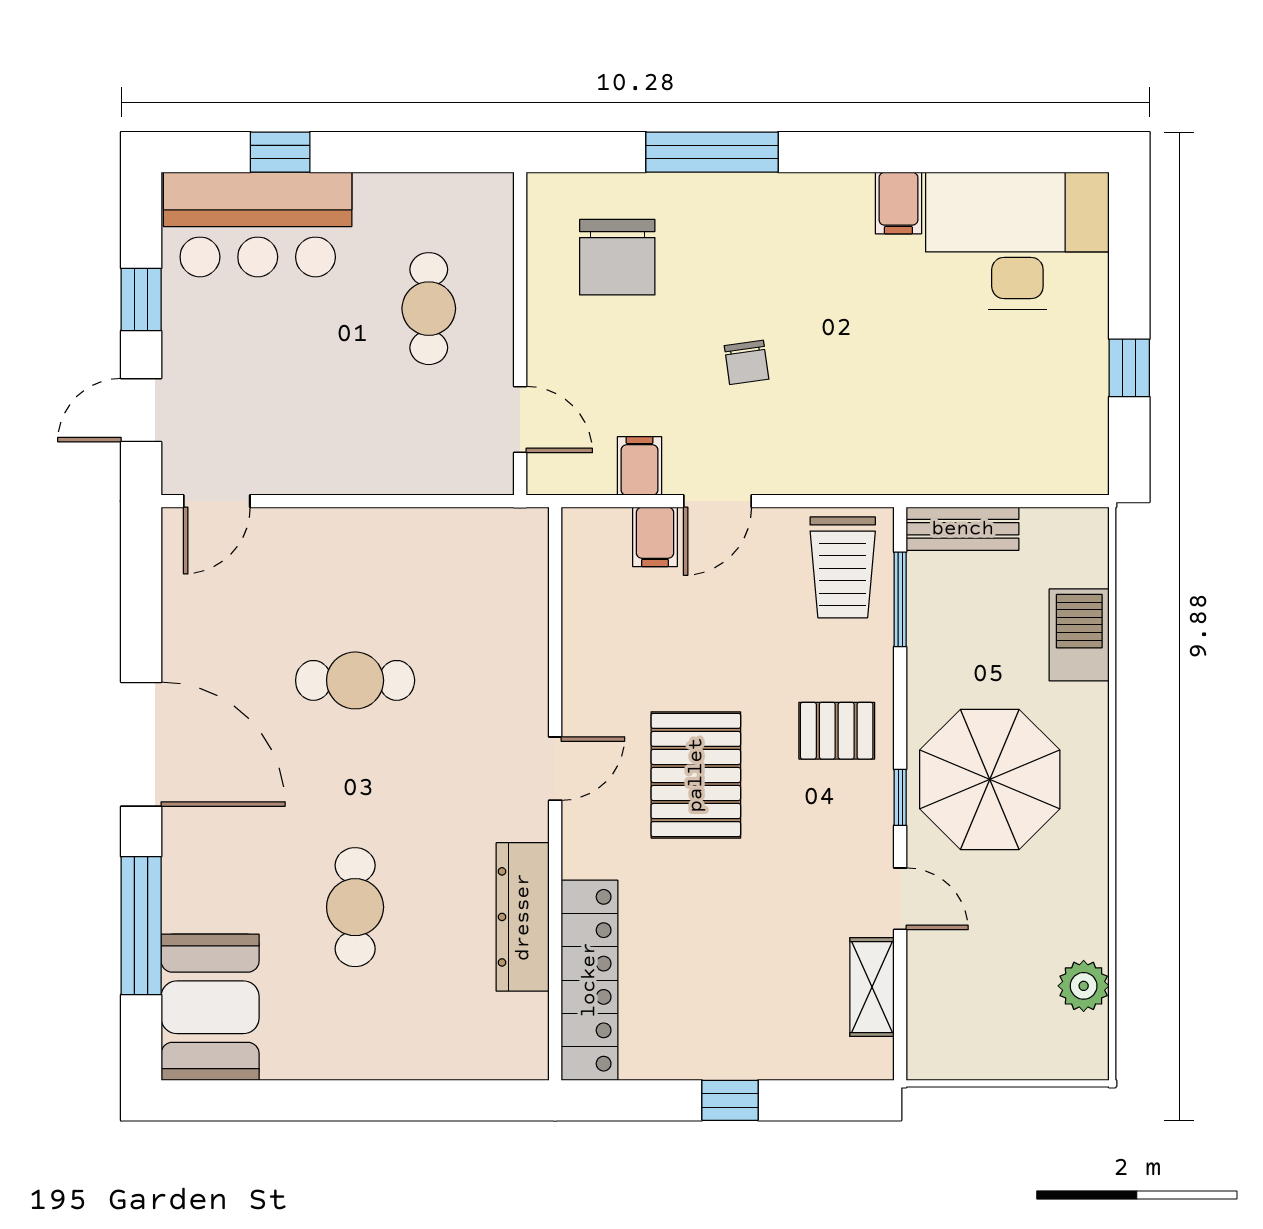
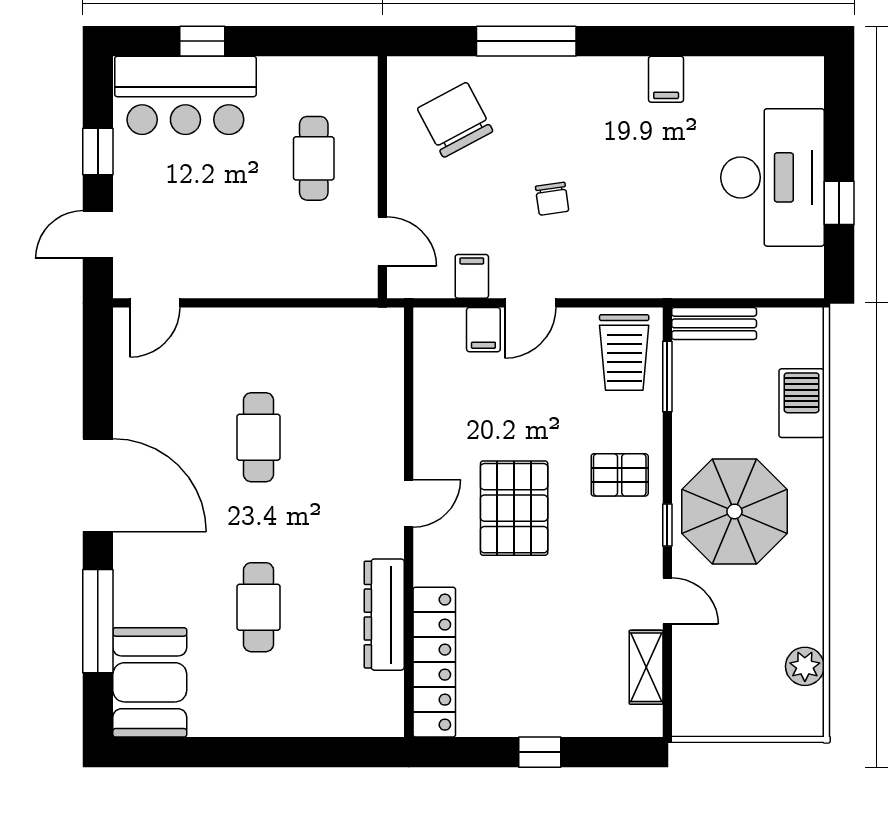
desk: (1017, 241) -> (773, 177), moved, turned 90
chair: (617, 257) -> (455, 120), turned 152
cafe table: (355, 680) -> (258, 437), turned 90

